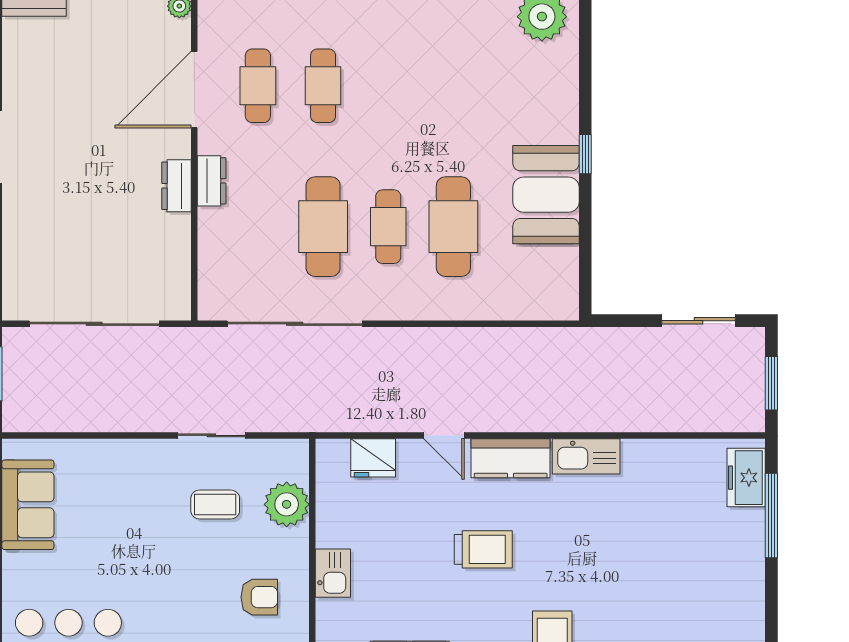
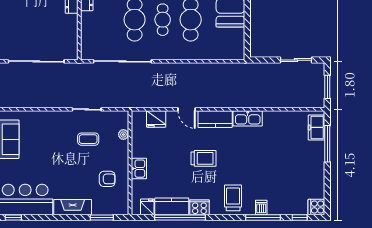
plant: (287, 504) -> (123, 135), width x0.53, depth x0.53

